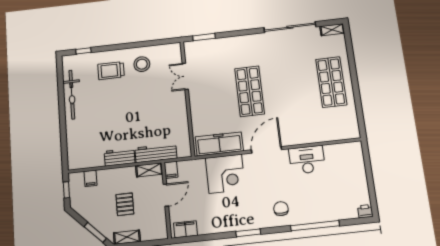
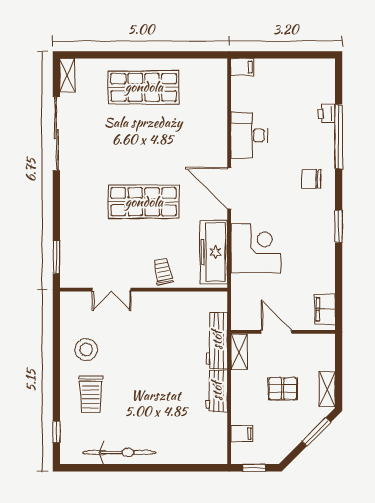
trolley: (202, 110) -> (163, 271), added
filing cabinet: (171, 170) -> (242, 67), moved
printer: (365, 211) -> (327, 114), moved

